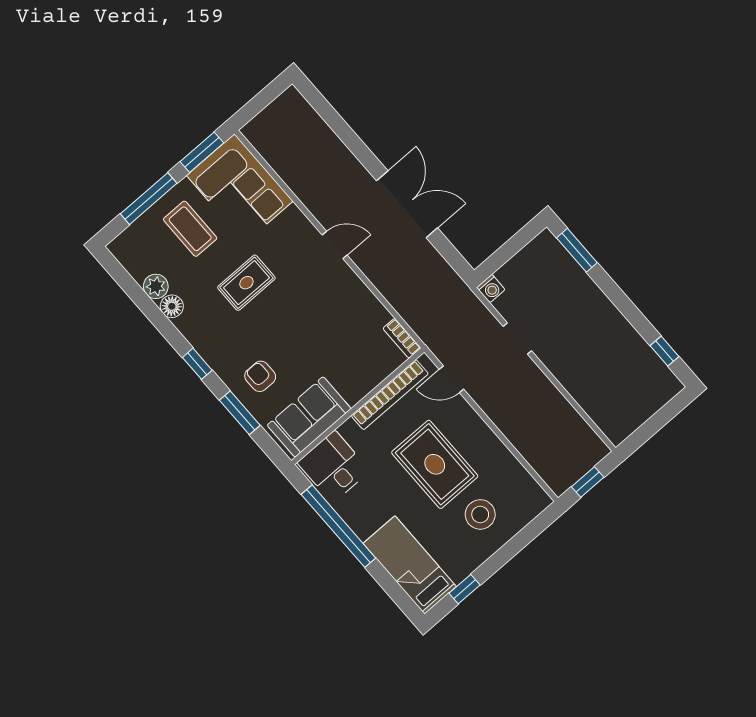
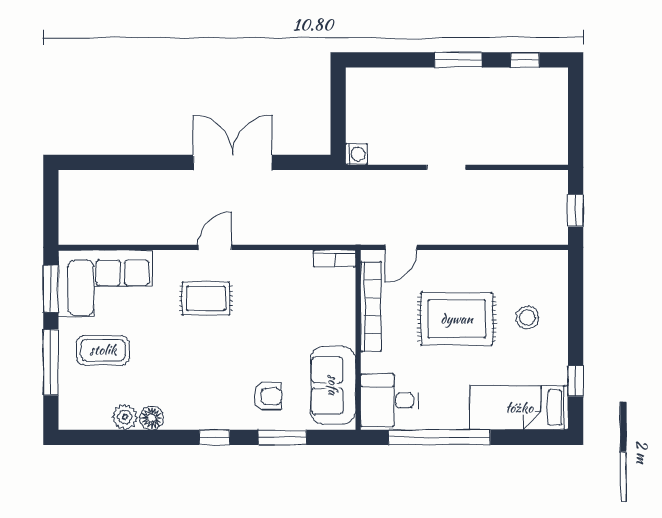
window: (577, 250) -> (458, 60), moved
rug: (246, 283) -> (206, 298), moved, turned 90
doorway: (517, 339) -> (446, 167), moved
armchair: (260, 376) -> (268, 396), turned 180
stool: (480, 514) -> (527, 317), width x0.73, depth x0.73

